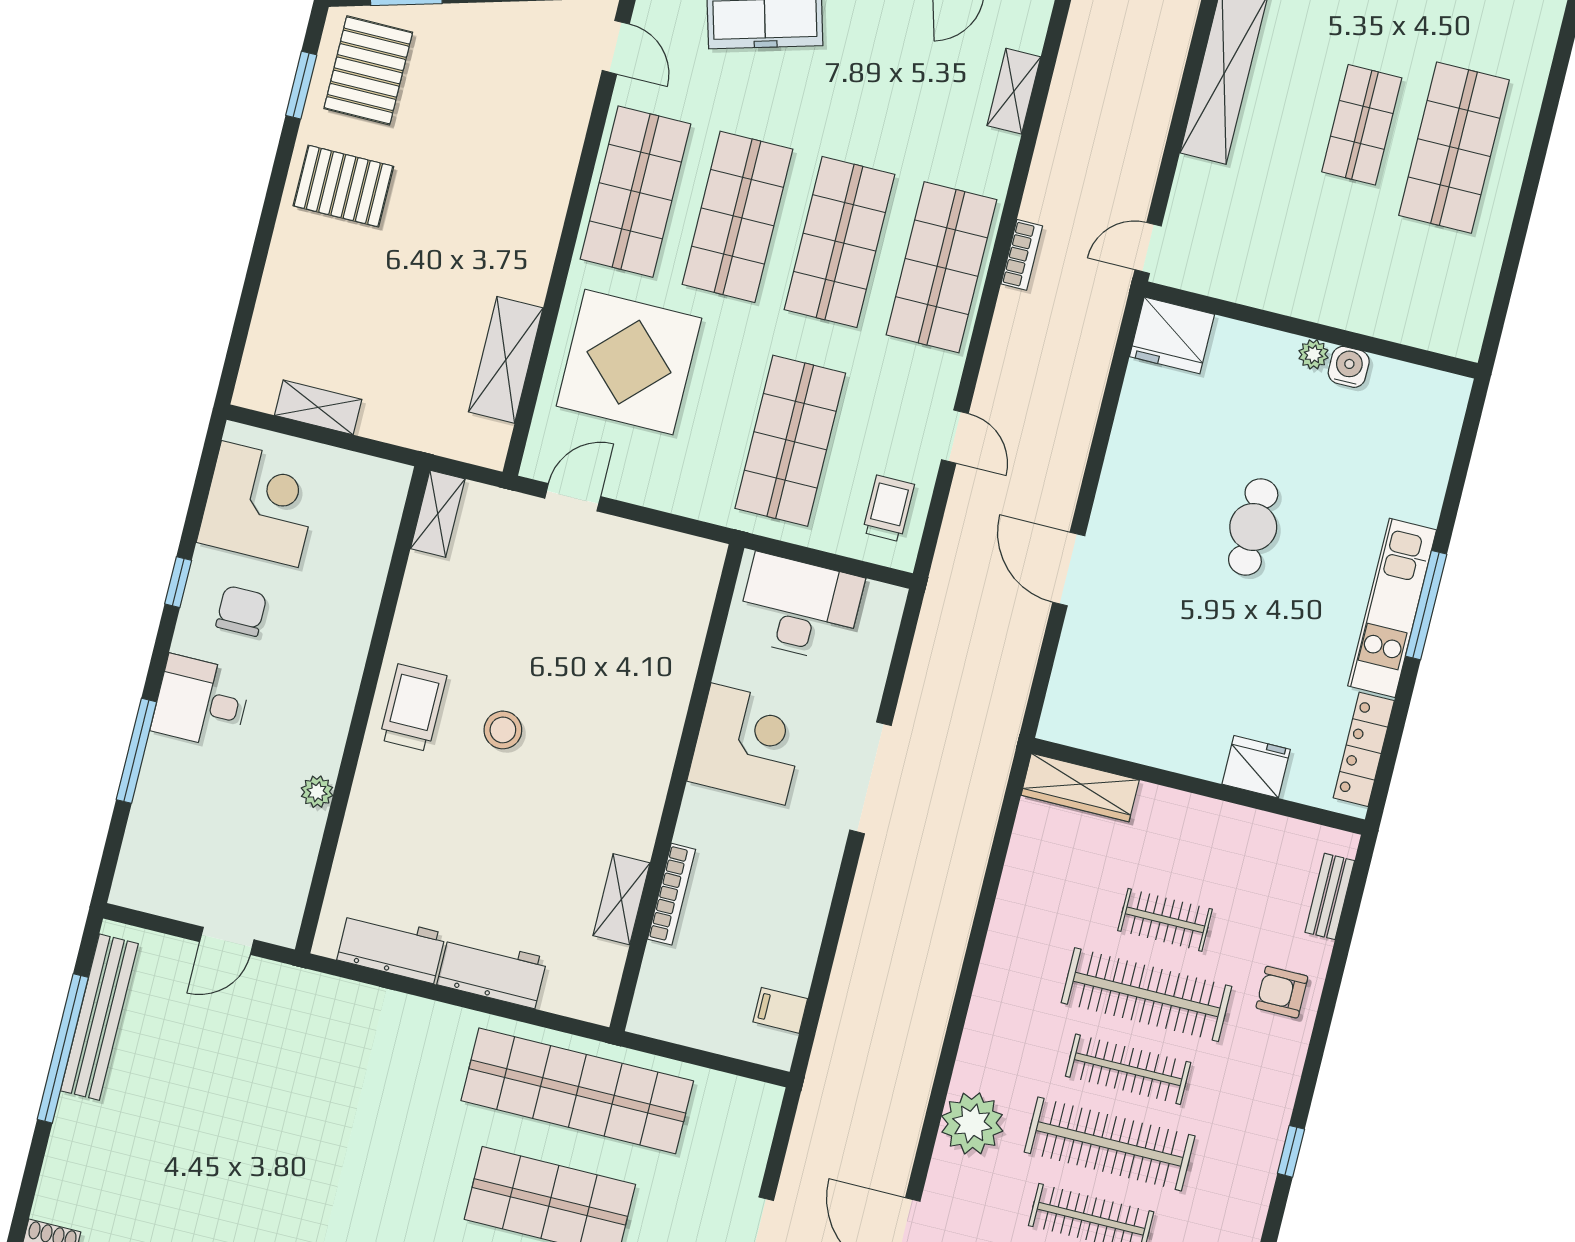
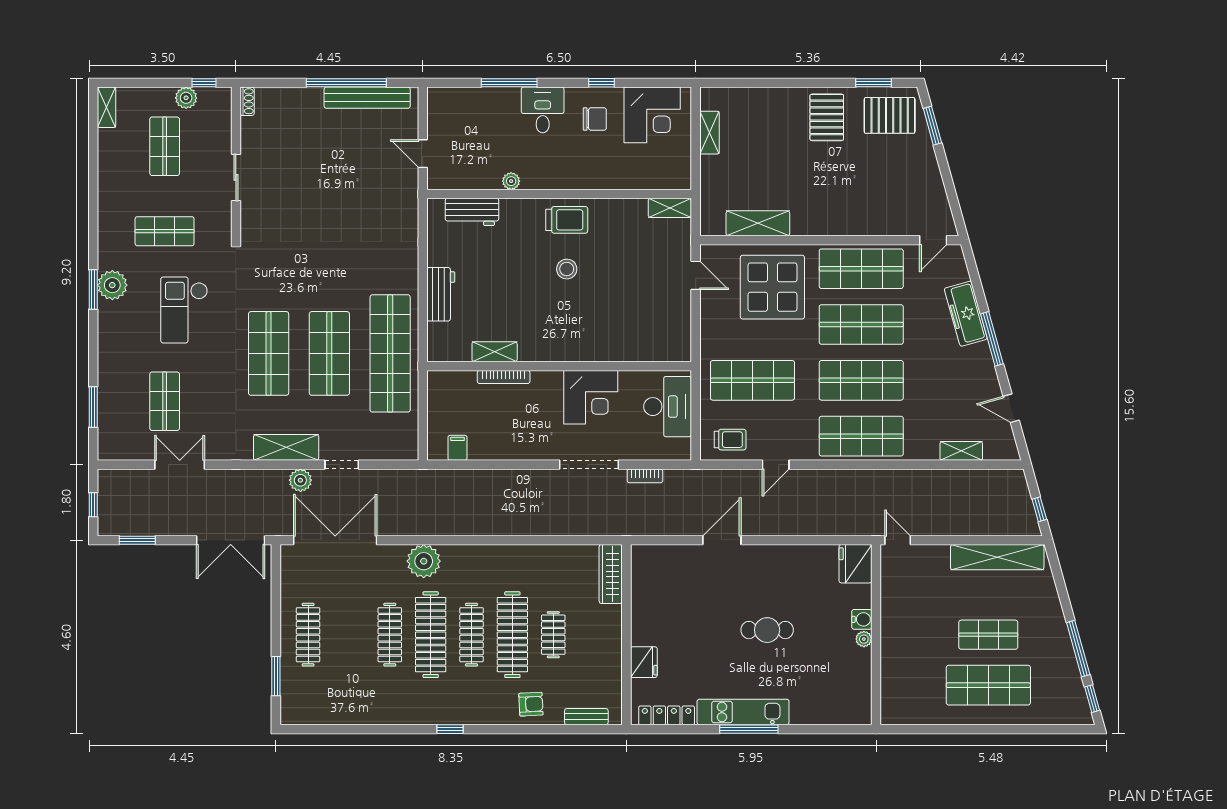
bookcase: (1022, 255) -> (645, 476), moved
water cooler: (1349, 367) -> (862, 619), moved
workbench: (391, 947) -> (472, 212), moved, turned 90
armchair: (1282, 992) -> (531, 704), turned 87

